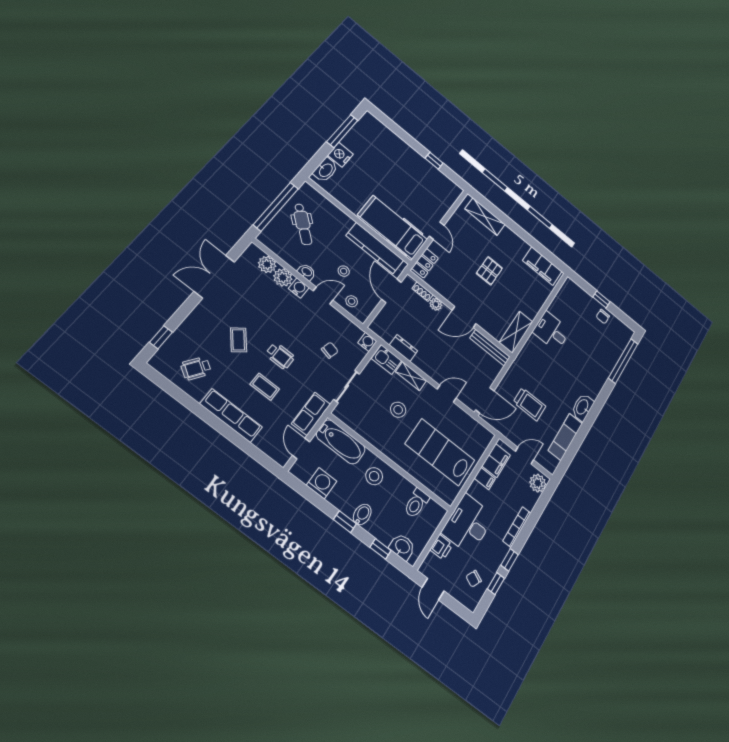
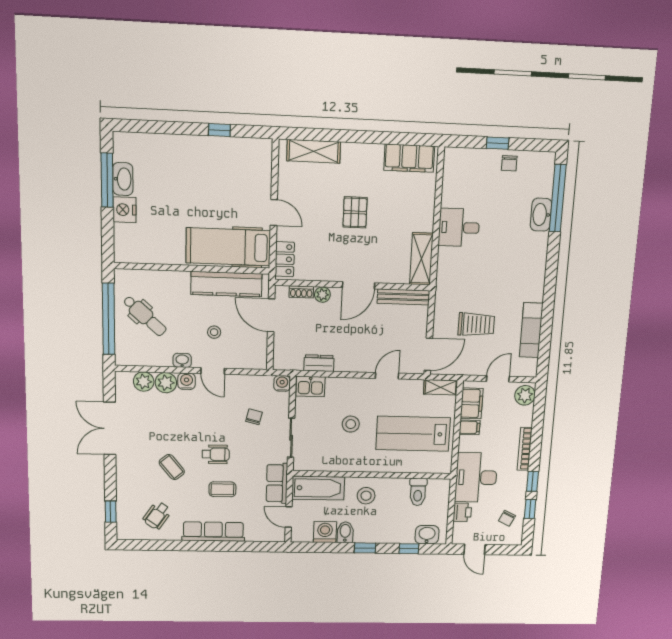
washbasin: (326, 170) -> (123, 179), moved
door: (323, 296) -> (213, 371), swing flipped
stool: (352, 301) -> (242, 356), removed
shelving: (411, 376) -> (441, 387), moved
washbasin: (583, 407) -> (541, 215), moved
bidet: (362, 514) -> (345, 532), moved

